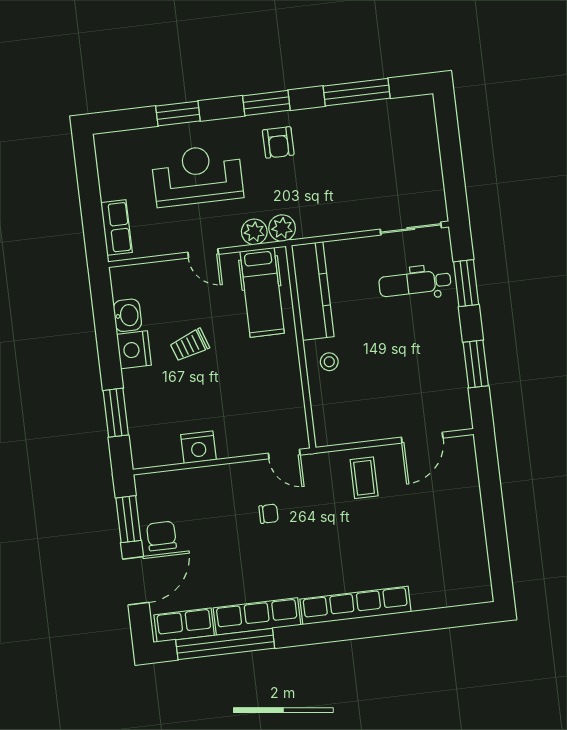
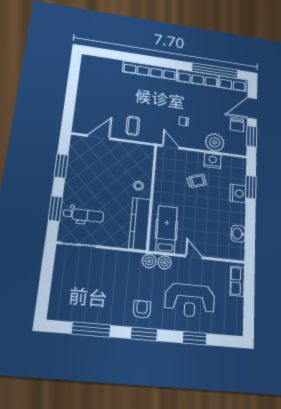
trolley: (190, 345) -> (197, 181), moved
nightstand: (134, 350) -> (238, 193), moved
plant: (200, 486) -> (215, 142), added

